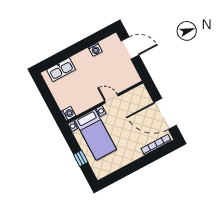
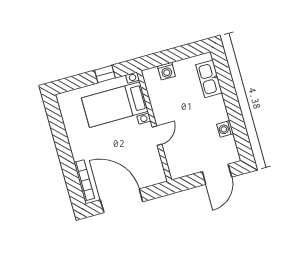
washing machine: (68, 114) -> (166, 71), moved
door: (165, 114) -> (122, 201), hinge flipped
window: (81, 158) -> (105, 74), moved

